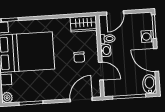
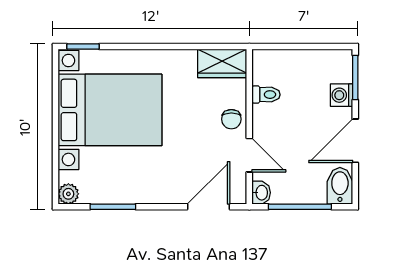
door: (115, 13) -> (283, 47), removed
washbasin: (106, 51) -> (261, 193), moved
chair: (79, 57) -> (231, 119), moved
door: (156, 60) -> (355, 141), hinge flipped

